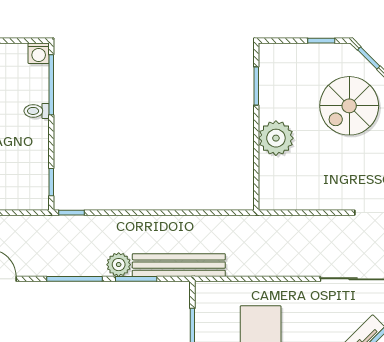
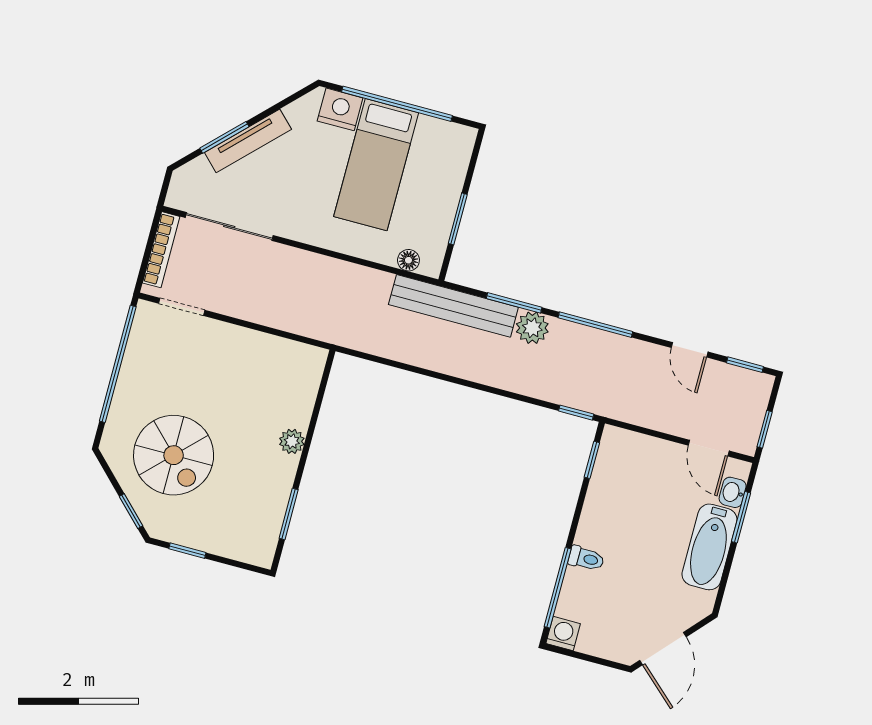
spiral stairs: (349, 106) -> (174, 455), turned 90
plant: (276, 138) -> (292, 441), width x0.53, depth x0.53
floor lamp: (219, 289) -> (408, 260), added

